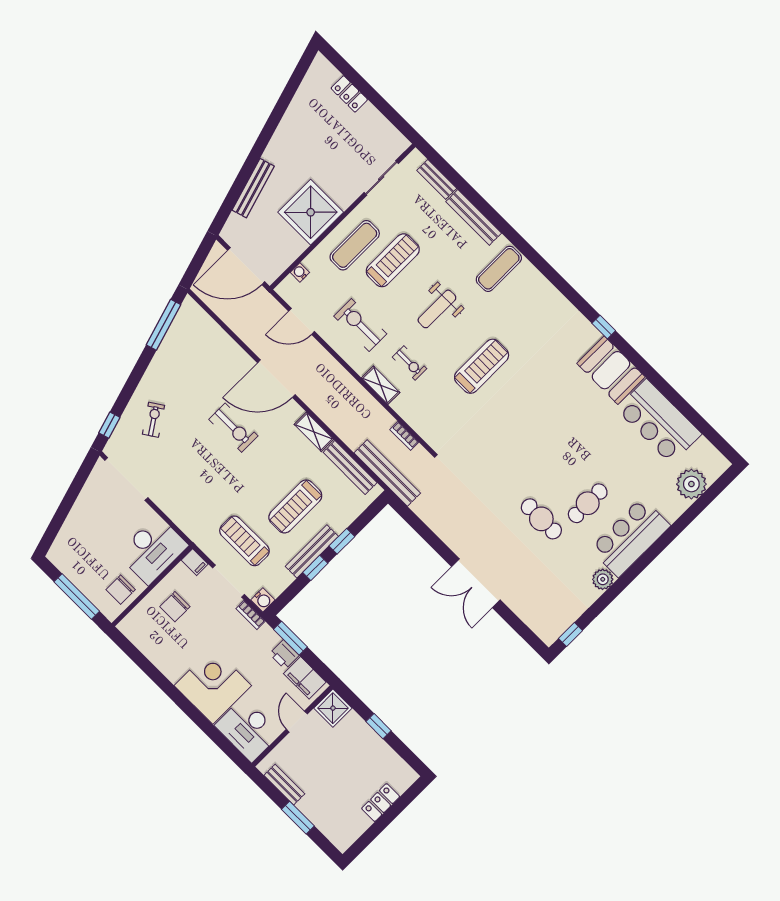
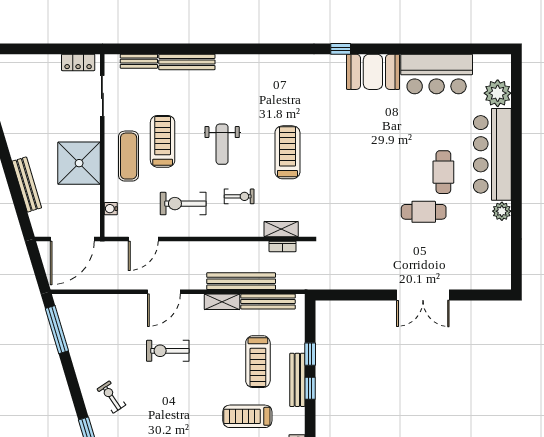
locker: (349, 94) -> (78, 62), moved
exercise mat: (499, 269) -> (236, 79), removed
door: (276, 379) -> (164, 292), width x0.73
shelving: (381, 385) -> (281, 229), moved
exercise bike: (233, 428) -> (168, 351), turned 180
bench: (387, 473) -> (241, 281), moved
bar counter: (630, 537) -> (492, 154), width x1.36
window: (570, 634) -> (516, 267), removed

